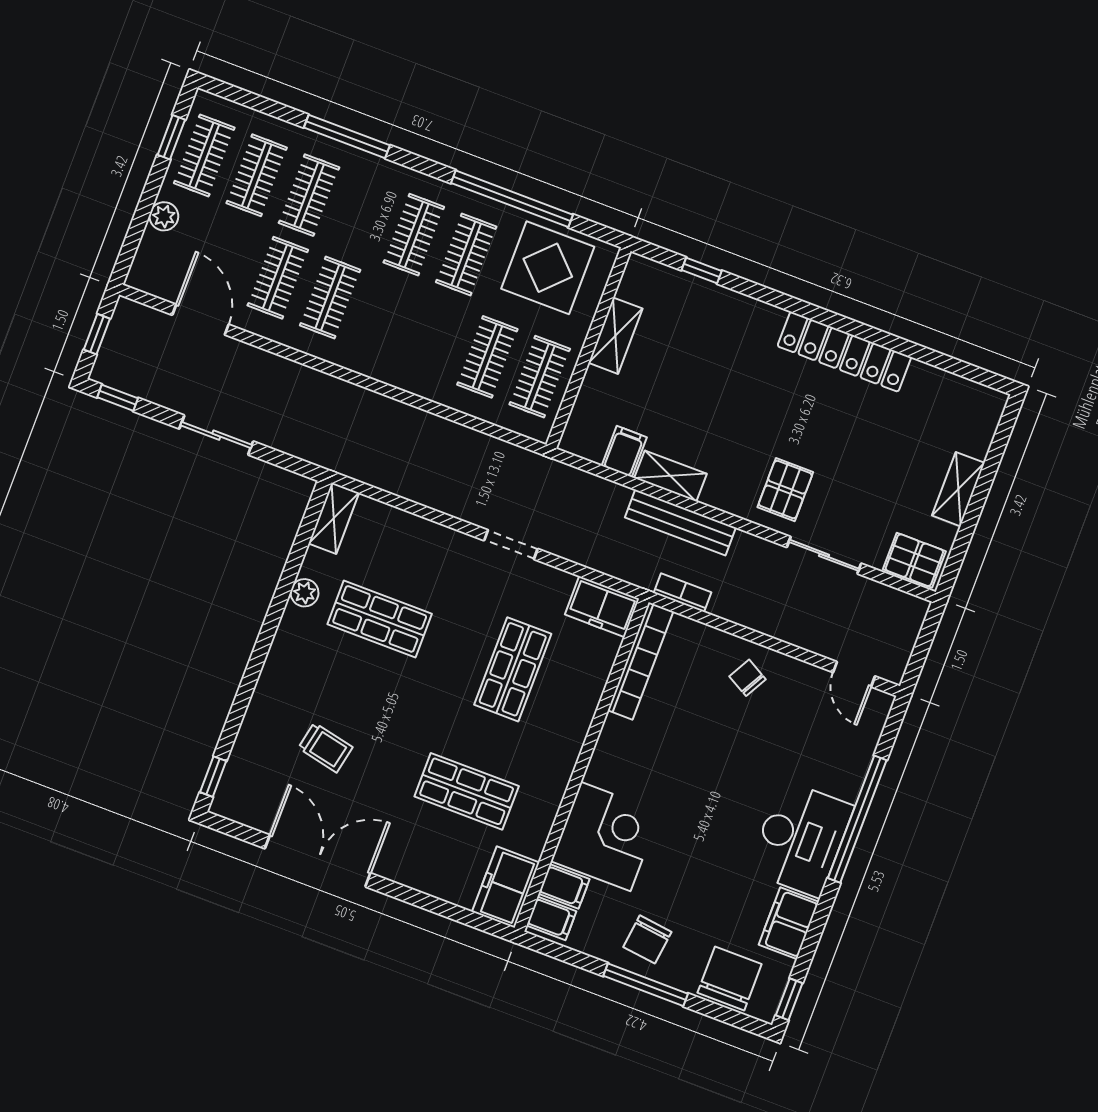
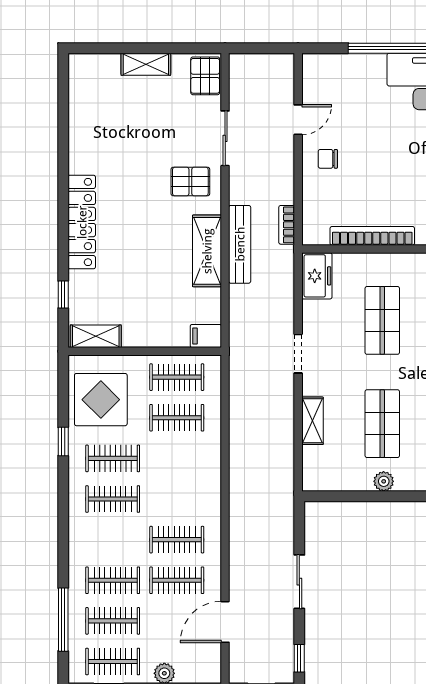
window: (347, 136) -> (63, 620), moved
window: (512, 199) -> (63, 442), width x0.32
shelving: (615, 336) -> (96, 336), moved
locker: (844, 352) -> (82, 222), moved
filing cabinet: (624, 451) -> (206, 336), moved
shelving: (671, 476) -> (207, 251), width x1.50, depth x1.33
shelving: (334, 518) -> (312, 421), moved, turned 90
bookcase: (640, 661) -> (372, 236), moved
shop shelf: (513, 669) -> (382, 320), turned 90
door: (854, 674) -> (298, 120), moved
chair: (748, 678) -> (328, 159), turned 61

